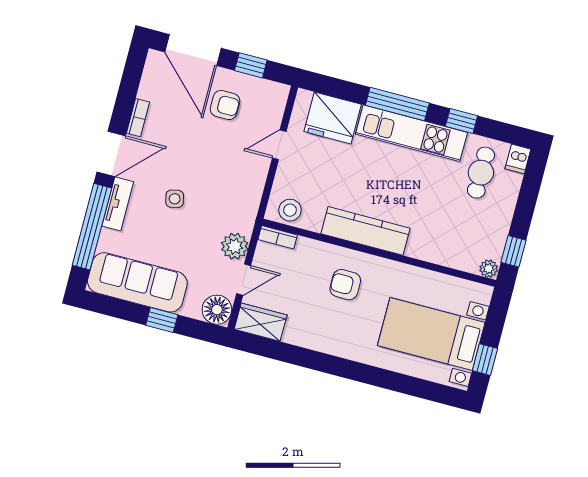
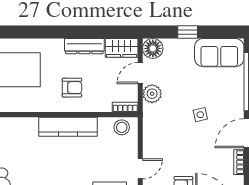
tv unit: (118, 204) -> (237, 101), removed
sofa: (137, 282) -> (219, 53), width x0.73
dresser: (312, 338) -> (84, 46), added

